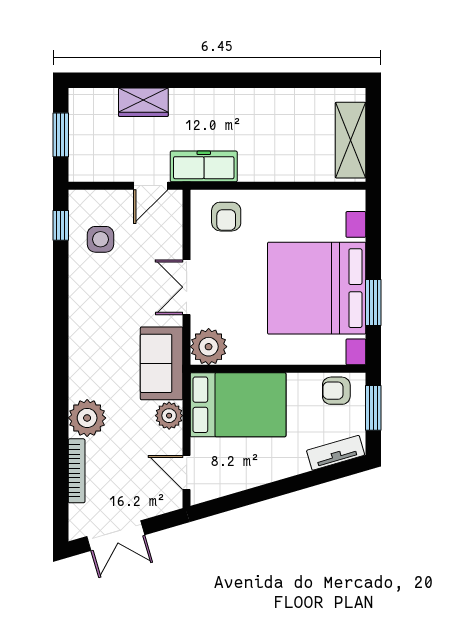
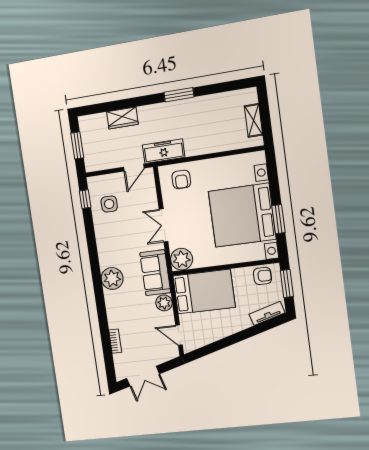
window: (241, 80) -> (179, 95), added
shelving: (351, 140) -> (253, 120), width x0.67, depth x0.75
armchair: (336, 391) -> (263, 276), turned 180
plant: (87, 418) -> (112, 279), moved
bookcase: (77, 471) -> (115, 341), width x0.64

